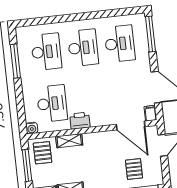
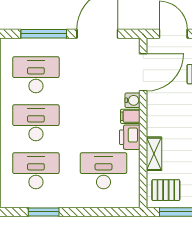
window: (150, 34) -> (44, 34), moved
window: (15, 61) -> (44, 212), width x0.69
filing cabinet: (150, 113) -> (130, 116), moved
water cooler: (32, 128) -> (132, 100), moved

